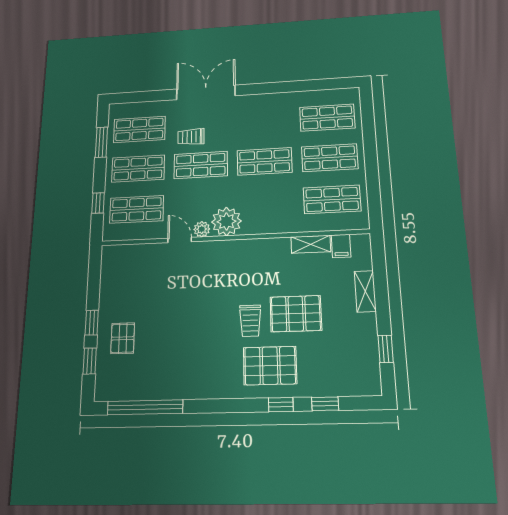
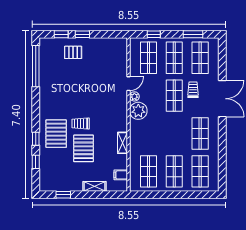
shop shelf: (264, 161) -> (200, 133), moved
shelving: (311, 244) -> (122, 143), moved

